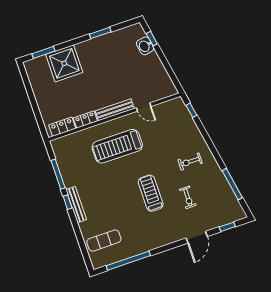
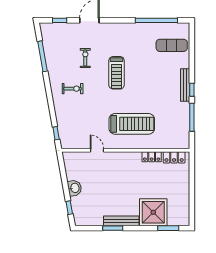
washbasin: (145, 46) -> (75, 188), moved
bench: (115, 110) -> (121, 221), moved

